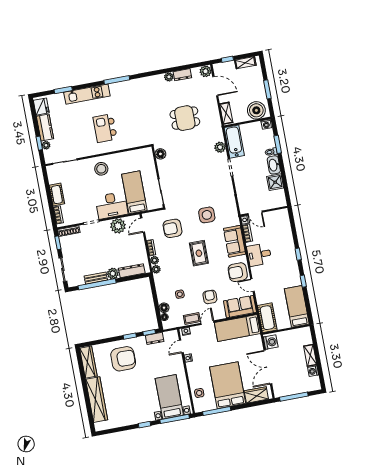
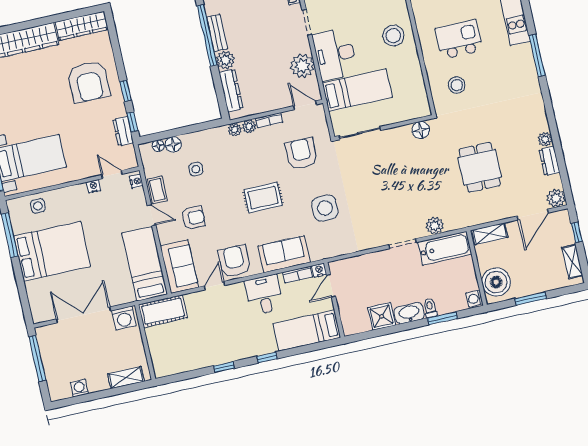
stool: (133, 131) -> (457, 85), added
bed: (297, 306) -> (307, 330), moved, turned 180
shelving: (310, 355) -> (126, 378), moved
wardrobe: (256, 395) -> (38, 298), removed

